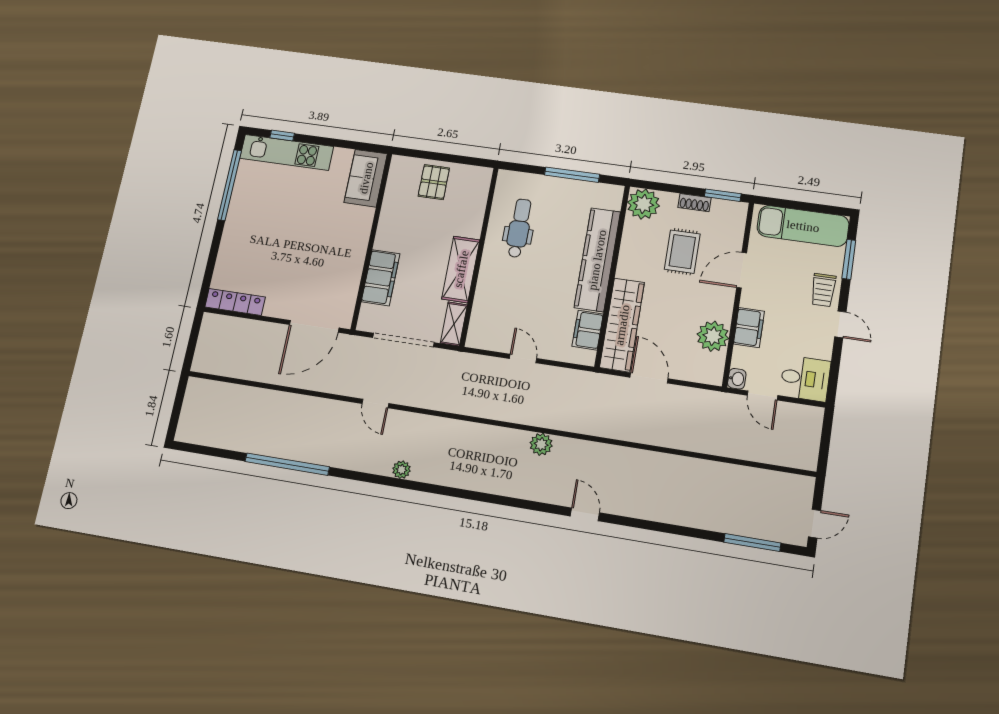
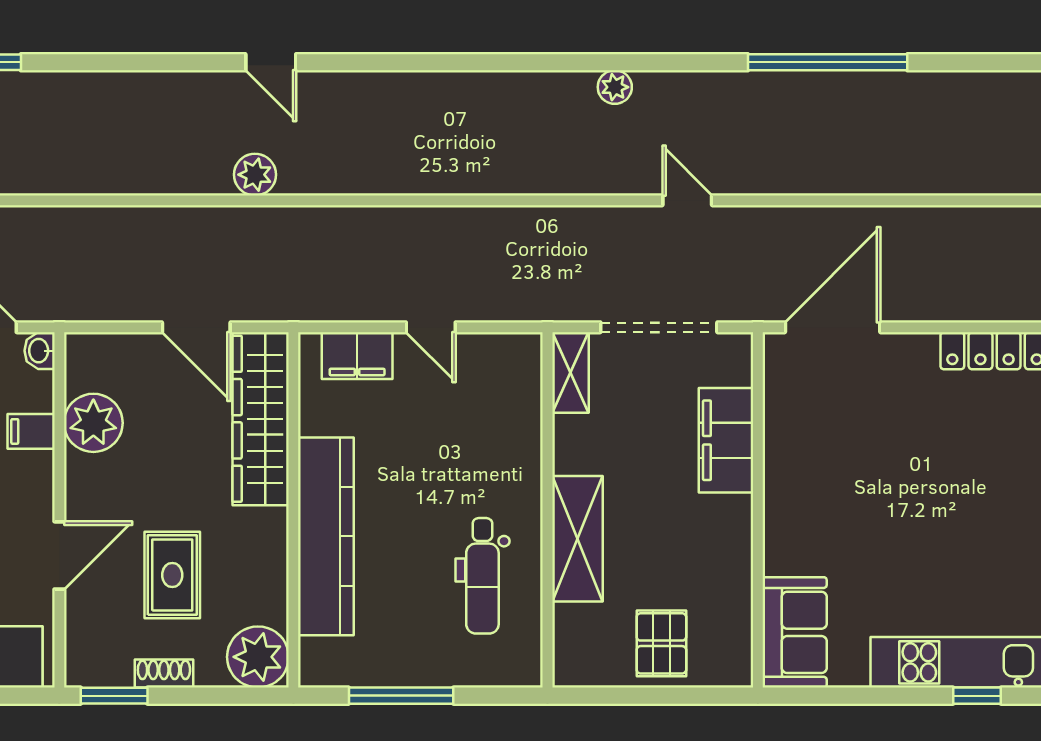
shelving: (461, 269) -> (577, 539), moved
filing cabinet: (749, 328) -> (31, 431), width x0.50
filing cabinet: (588, 330) -> (357, 356), moved, turned 90
plant: (541, 444) -> (255, 175), moved

